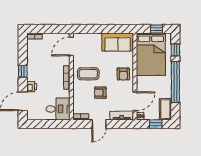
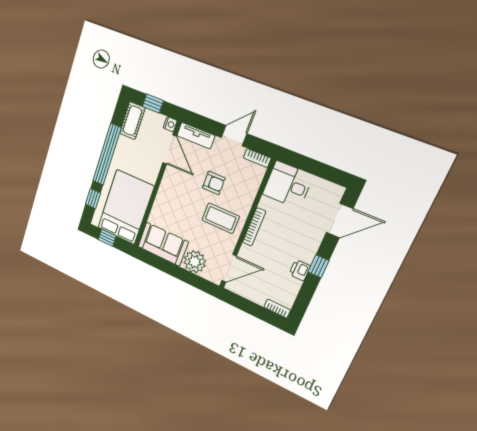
plant: (94, 40) -> (195, 262), added
armchair: (123, 74) -> (171, 196), removed
printer: (32, 87) -> (300, 270), moved
door: (135, 101) -> (170, 149), swing flipped

